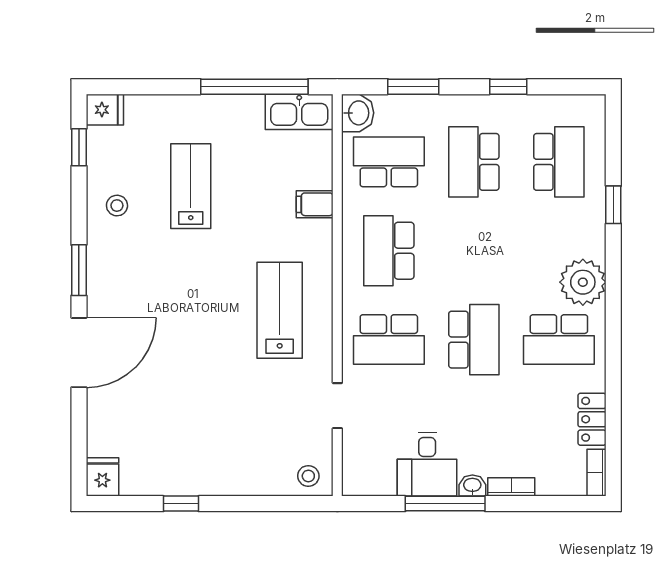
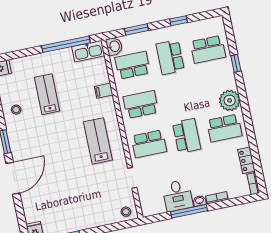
school desk: (559, 162) -> (208, 49), turned 90
school desk: (389, 251) -> (141, 104), turned 90

